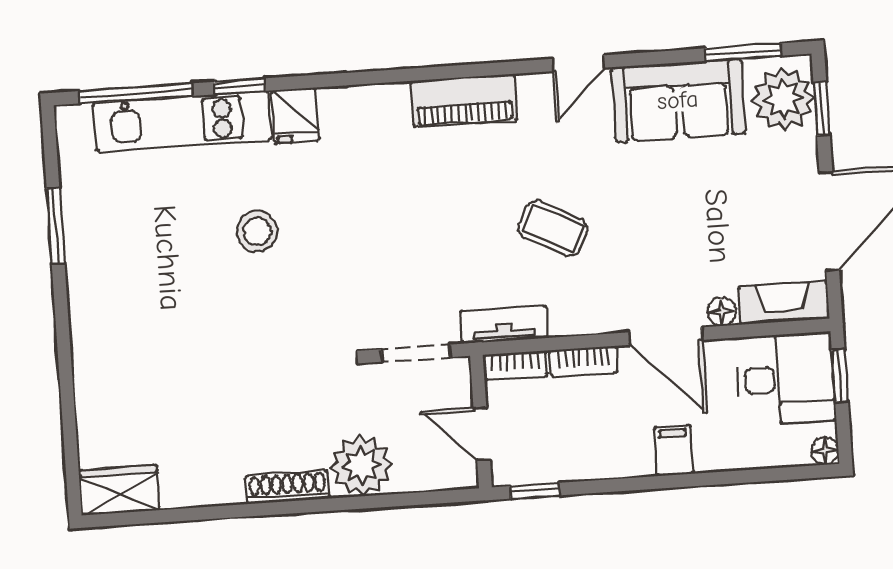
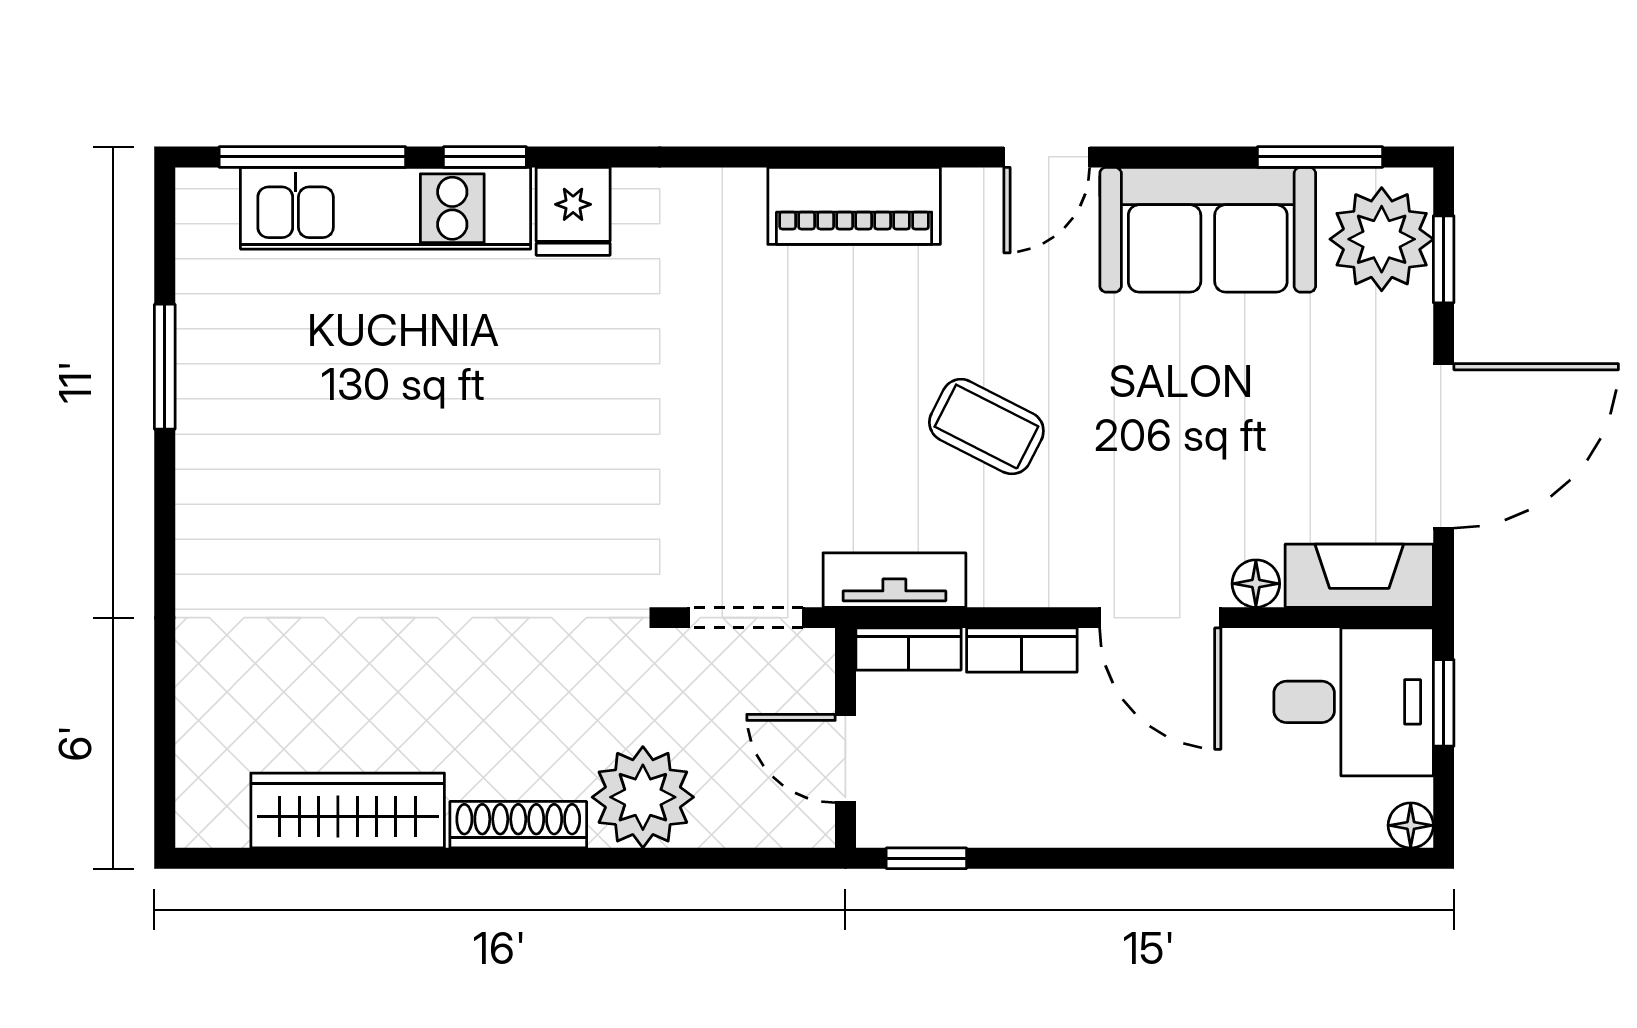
stool: (257, 231) -> (497, 398), removed
filing cabinet: (674, 450) -> (1161, 807), removed
wardrobe: (119, 490) -> (348, 811), moved, width x1.50

